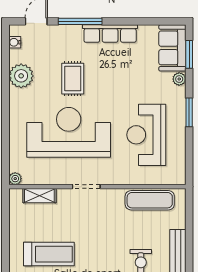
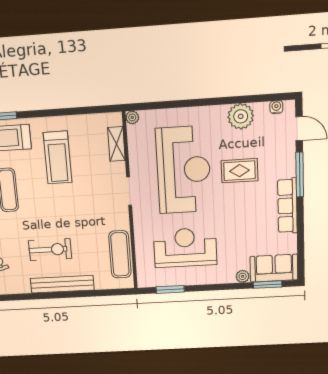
window: (189, 112) -> (170, 289), moved

